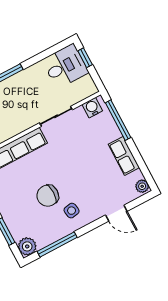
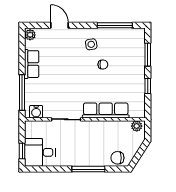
chair: (48, 196) -> (103, 64), width x0.54, depth x0.54
plant: (27, 246) -> (138, 35), removed

